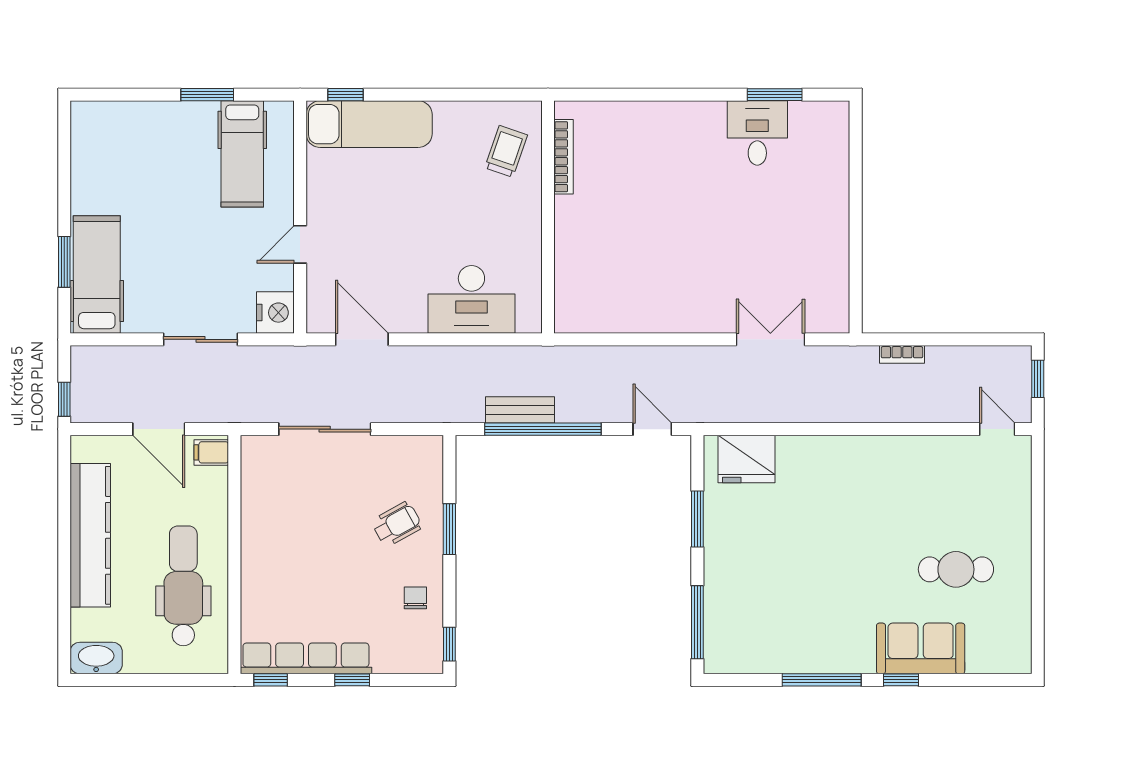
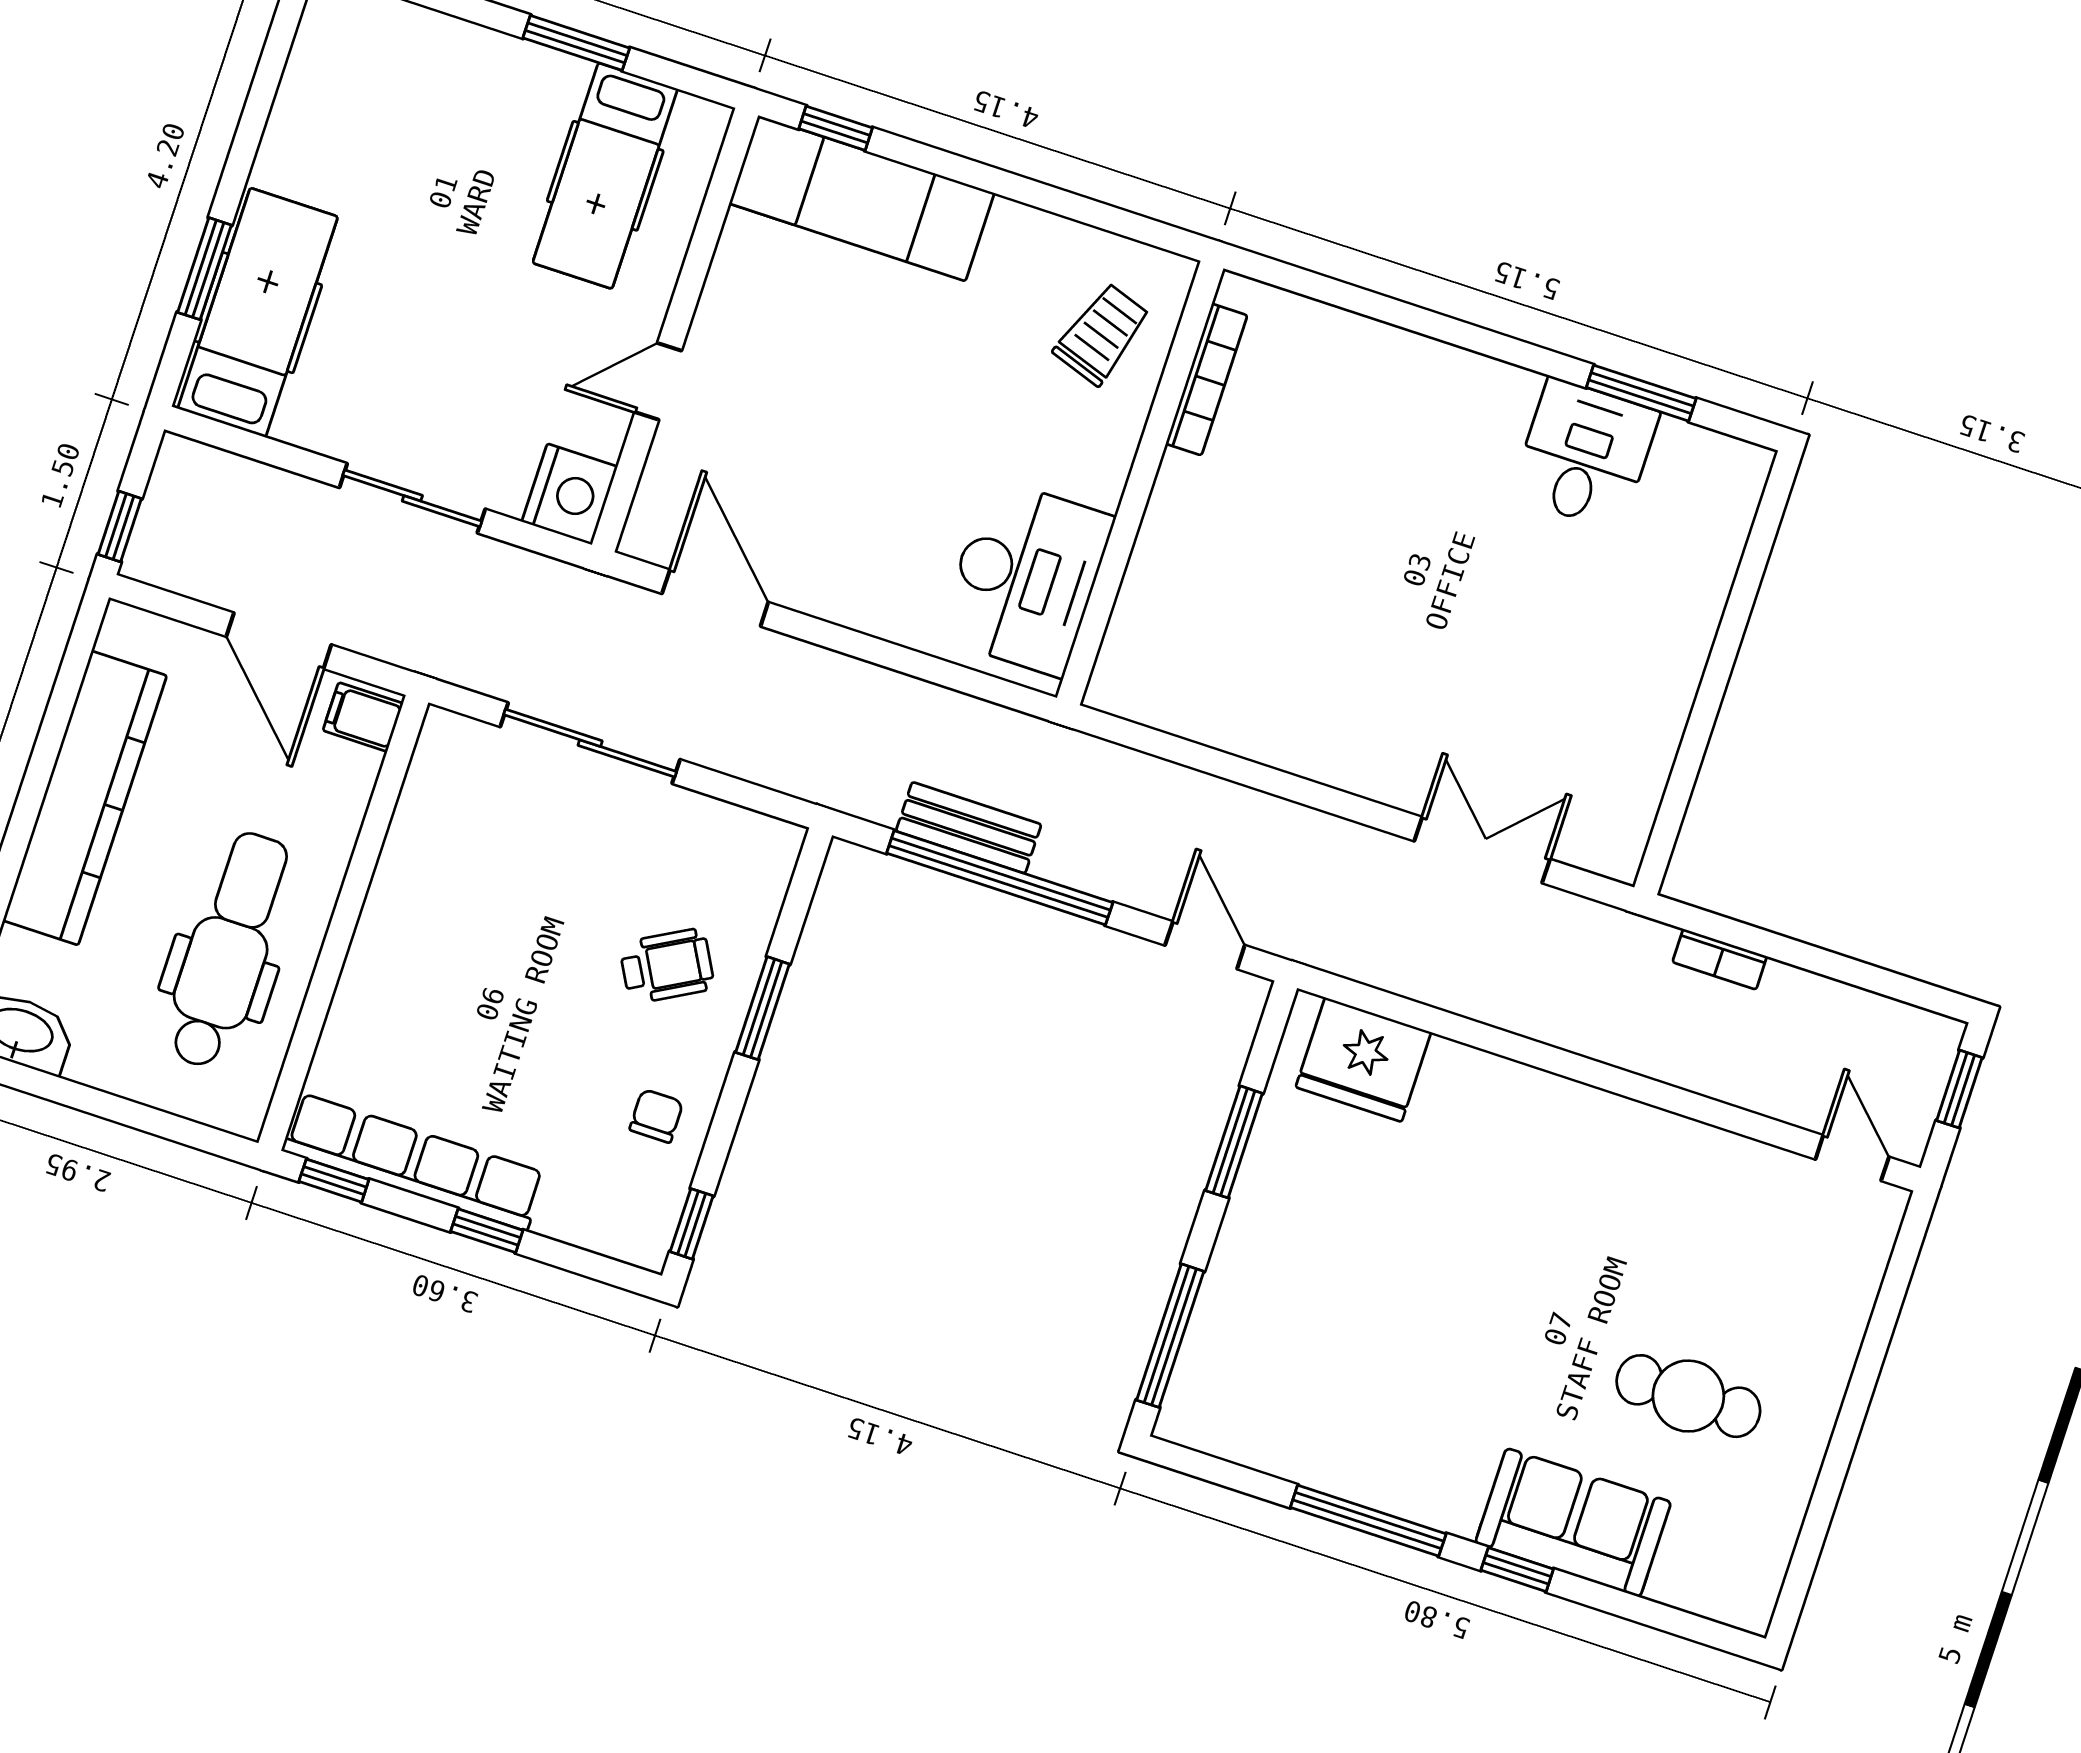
desk: (471, 299) -> (1026, 577), moved, turned -90

